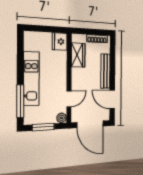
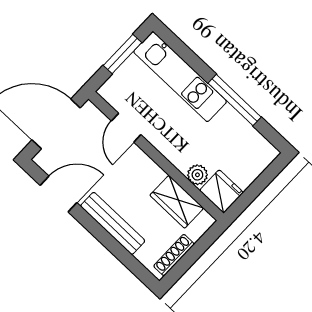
kitchen unit: (31, 79) -> (180, 77), moved
window: (20, 101) -> (235, 100), moved
plant: (62, 118) -> (197, 175), moved

